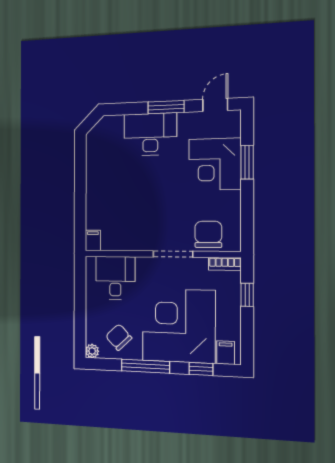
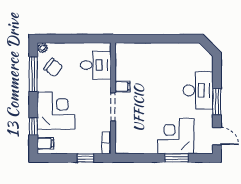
chair: (208, 234) -> (127, 131), removed
filing cabinet: (93, 240) -> (122, 87), moved
corner desk: (179, 326) -> (56, 111), width x0.74, depth x0.74
chair: (119, 337) -> (53, 68), turned 81
window: (145, 366) -> (33, 74), moved

